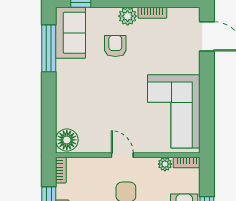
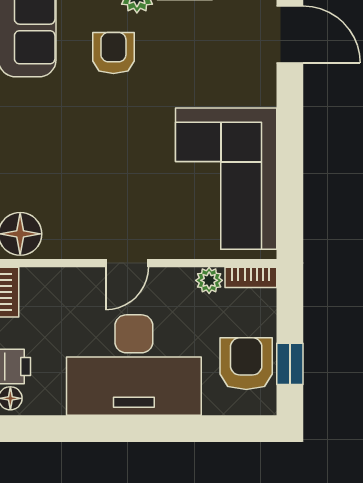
door: (122, 155) -> (127, 263), swing flipped

